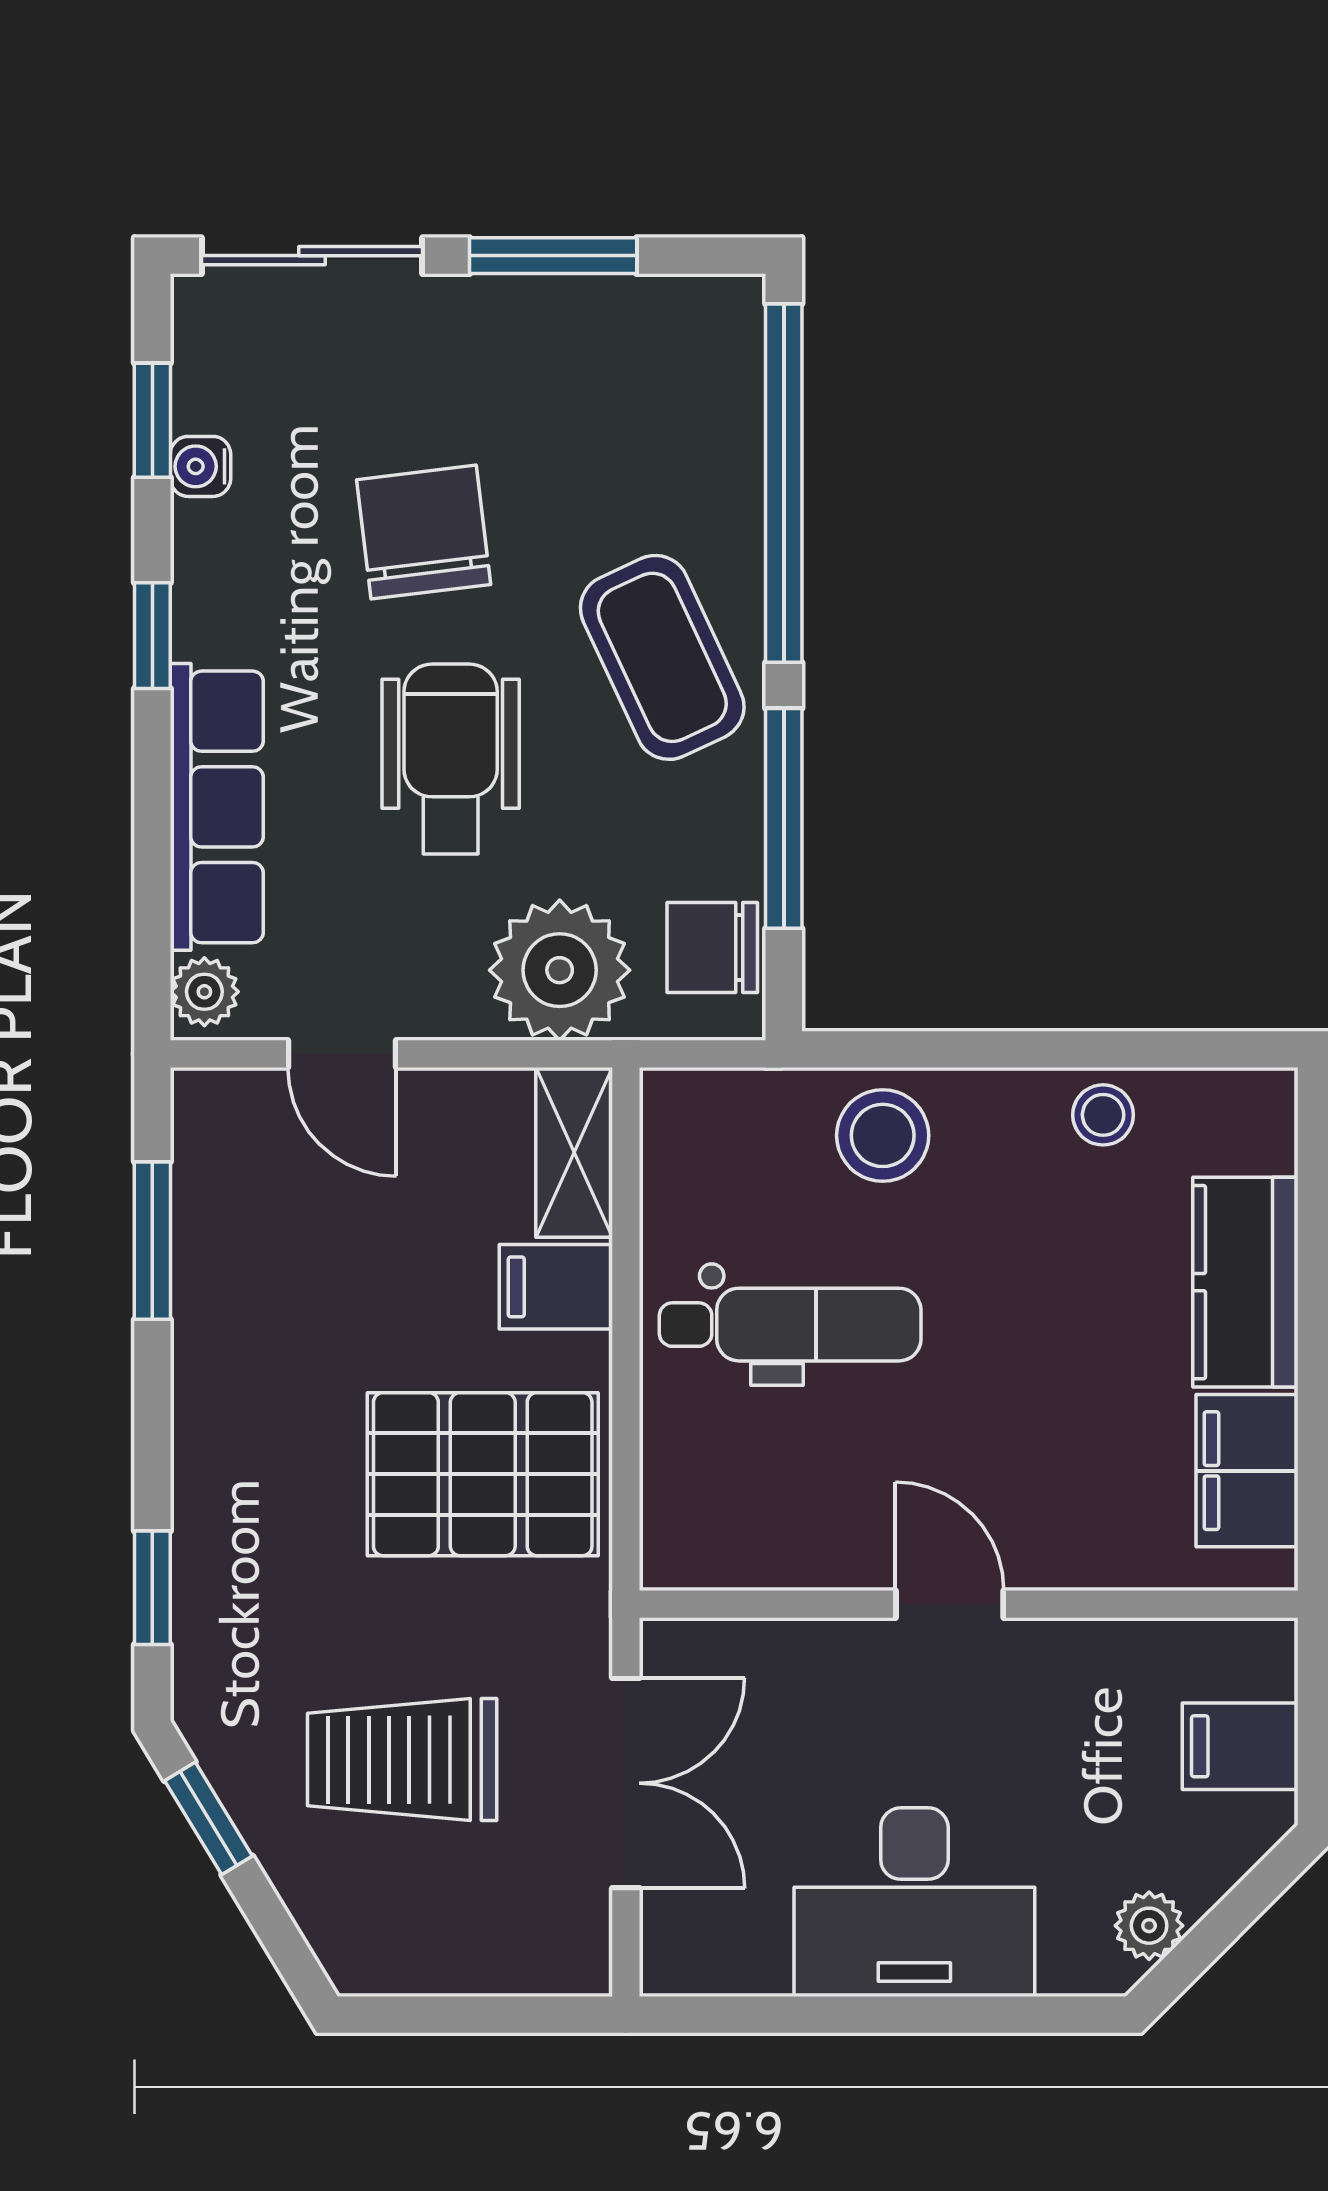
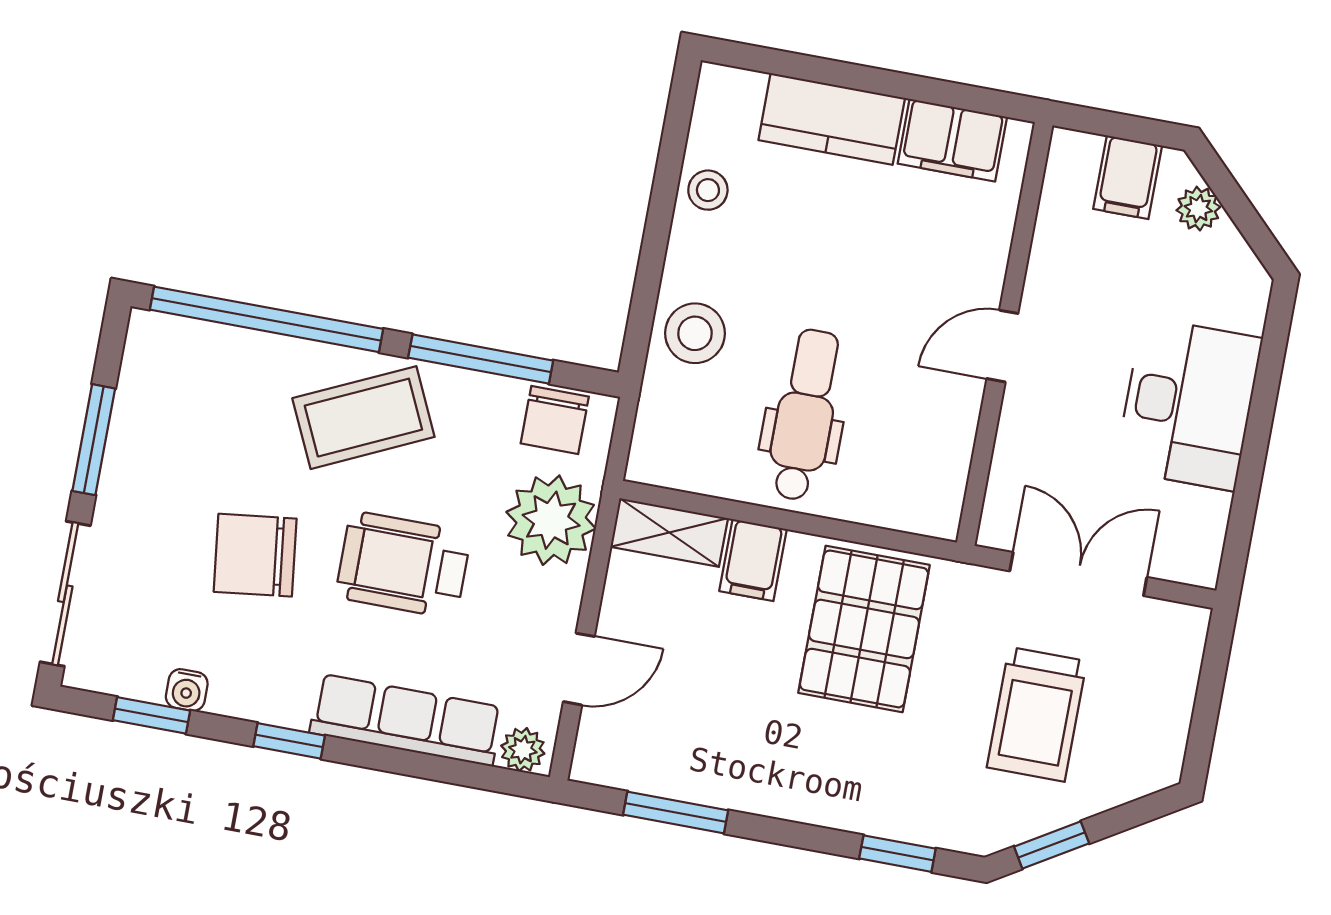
plant: (1149, 1926) -> (1198, 209), moved

